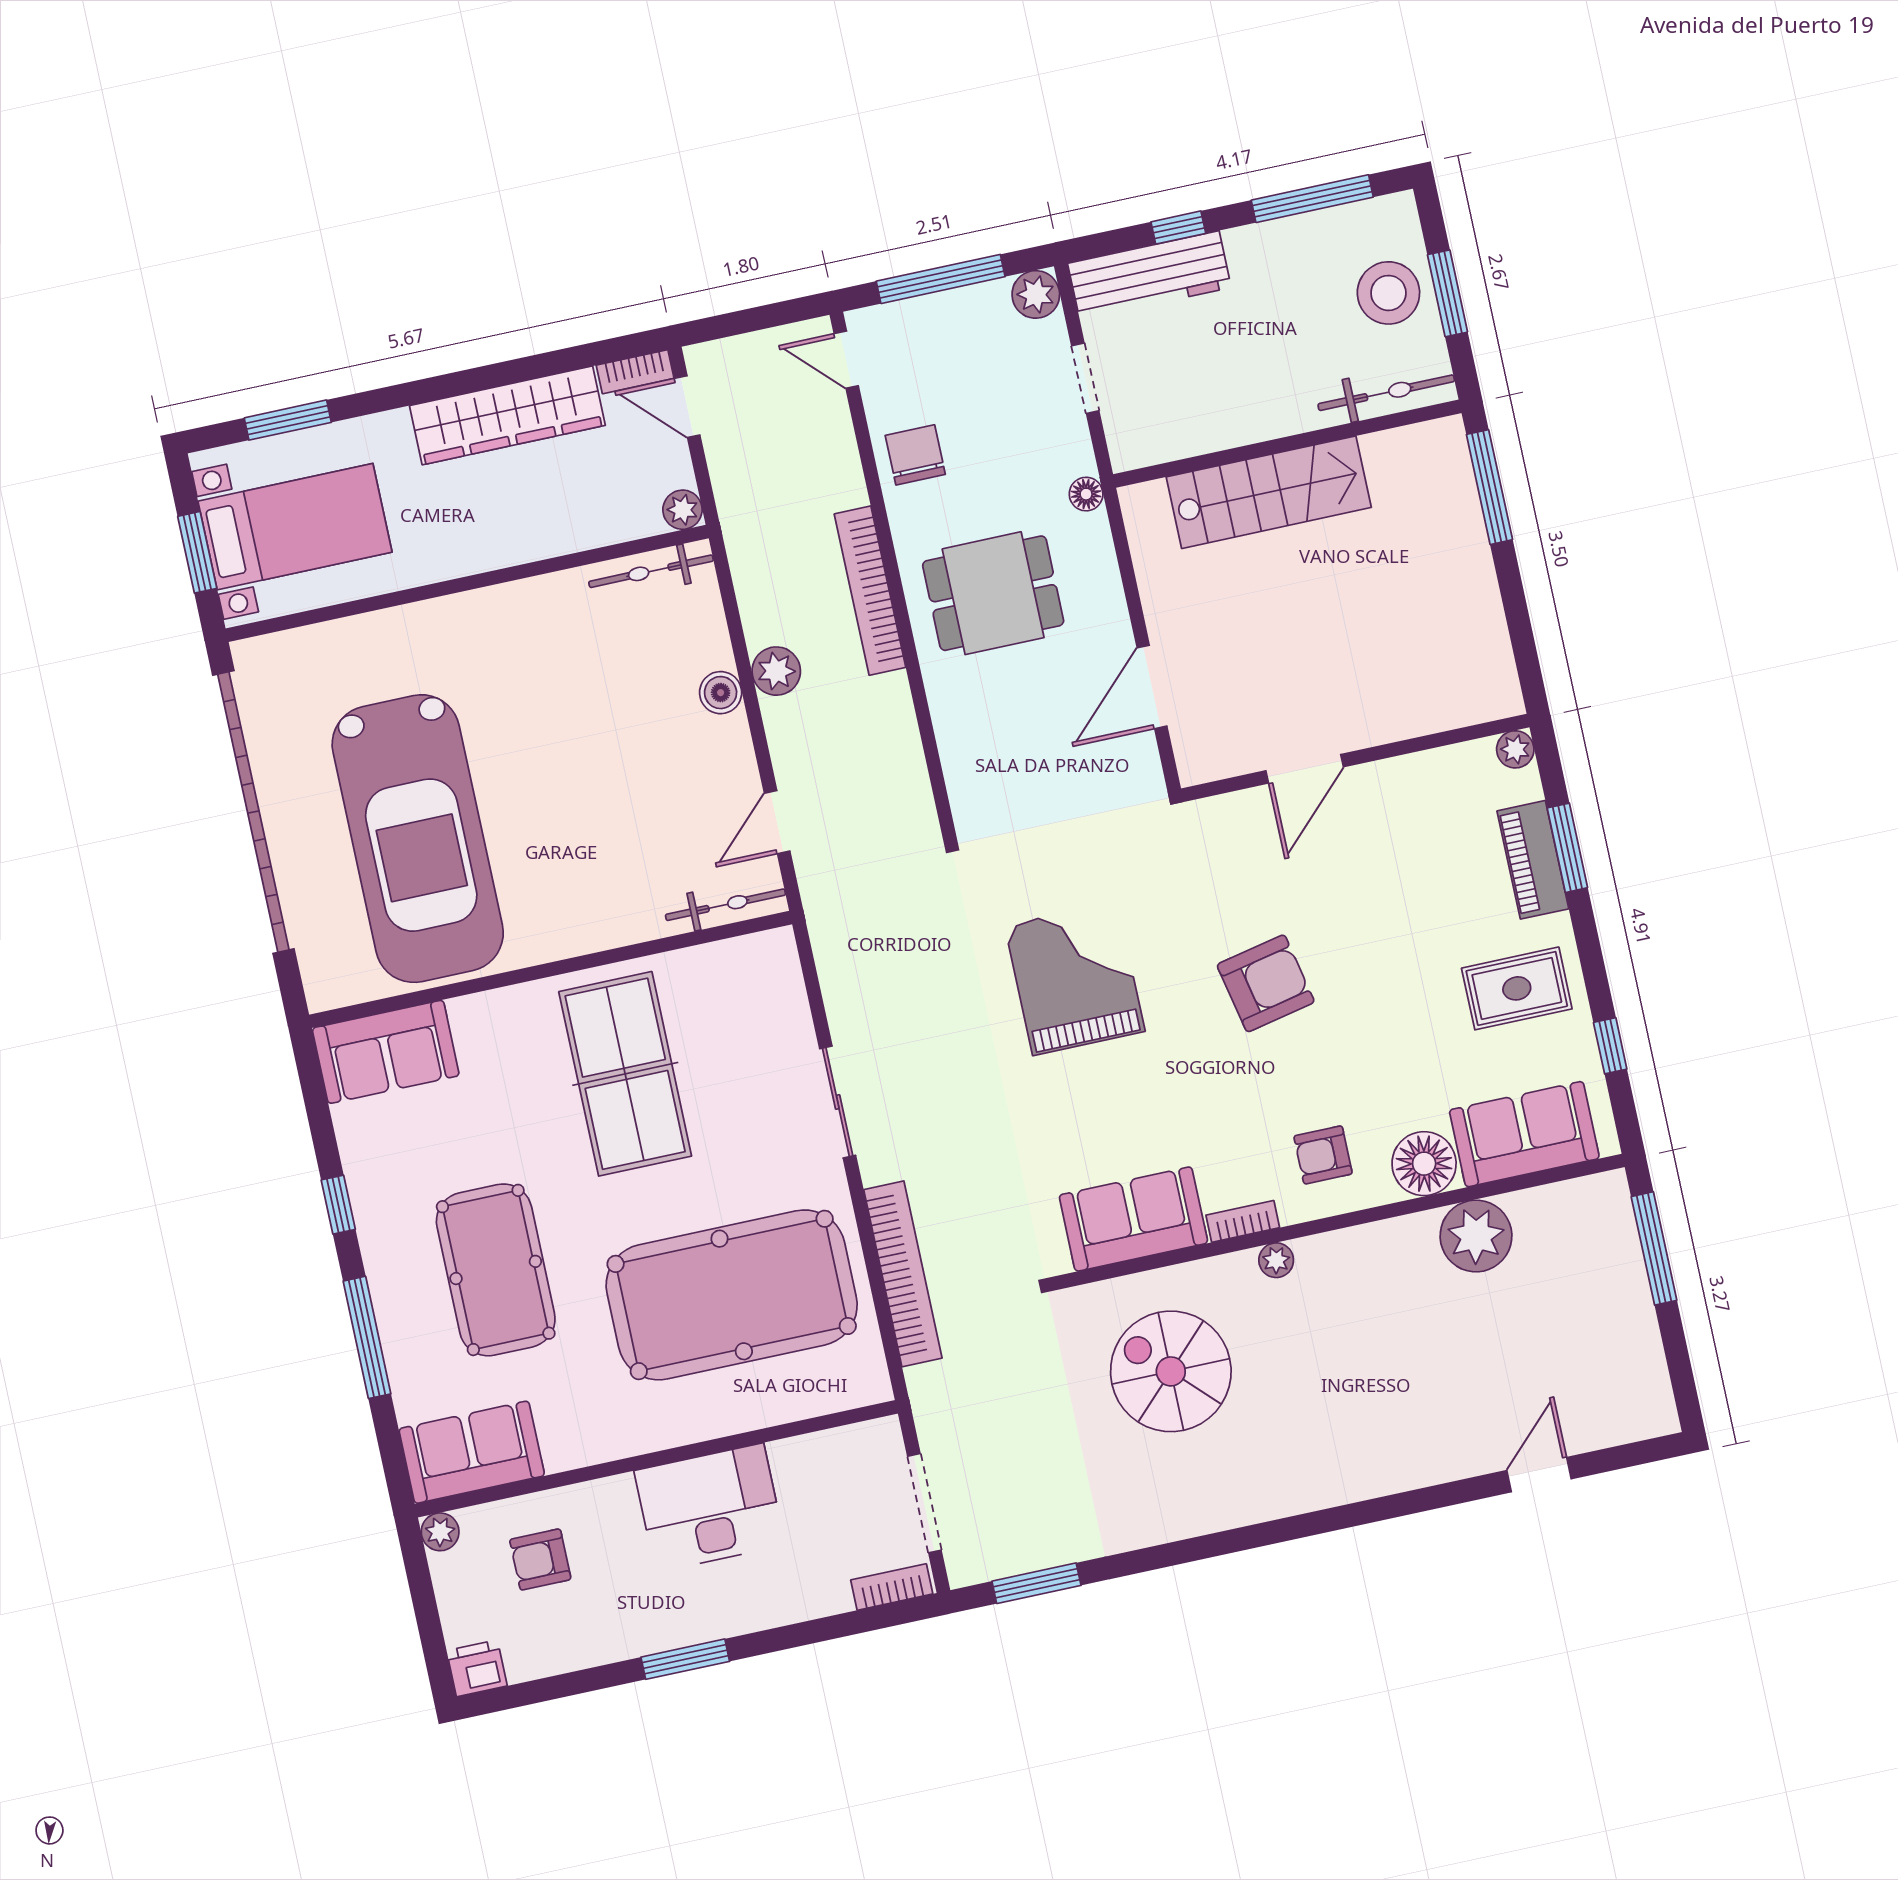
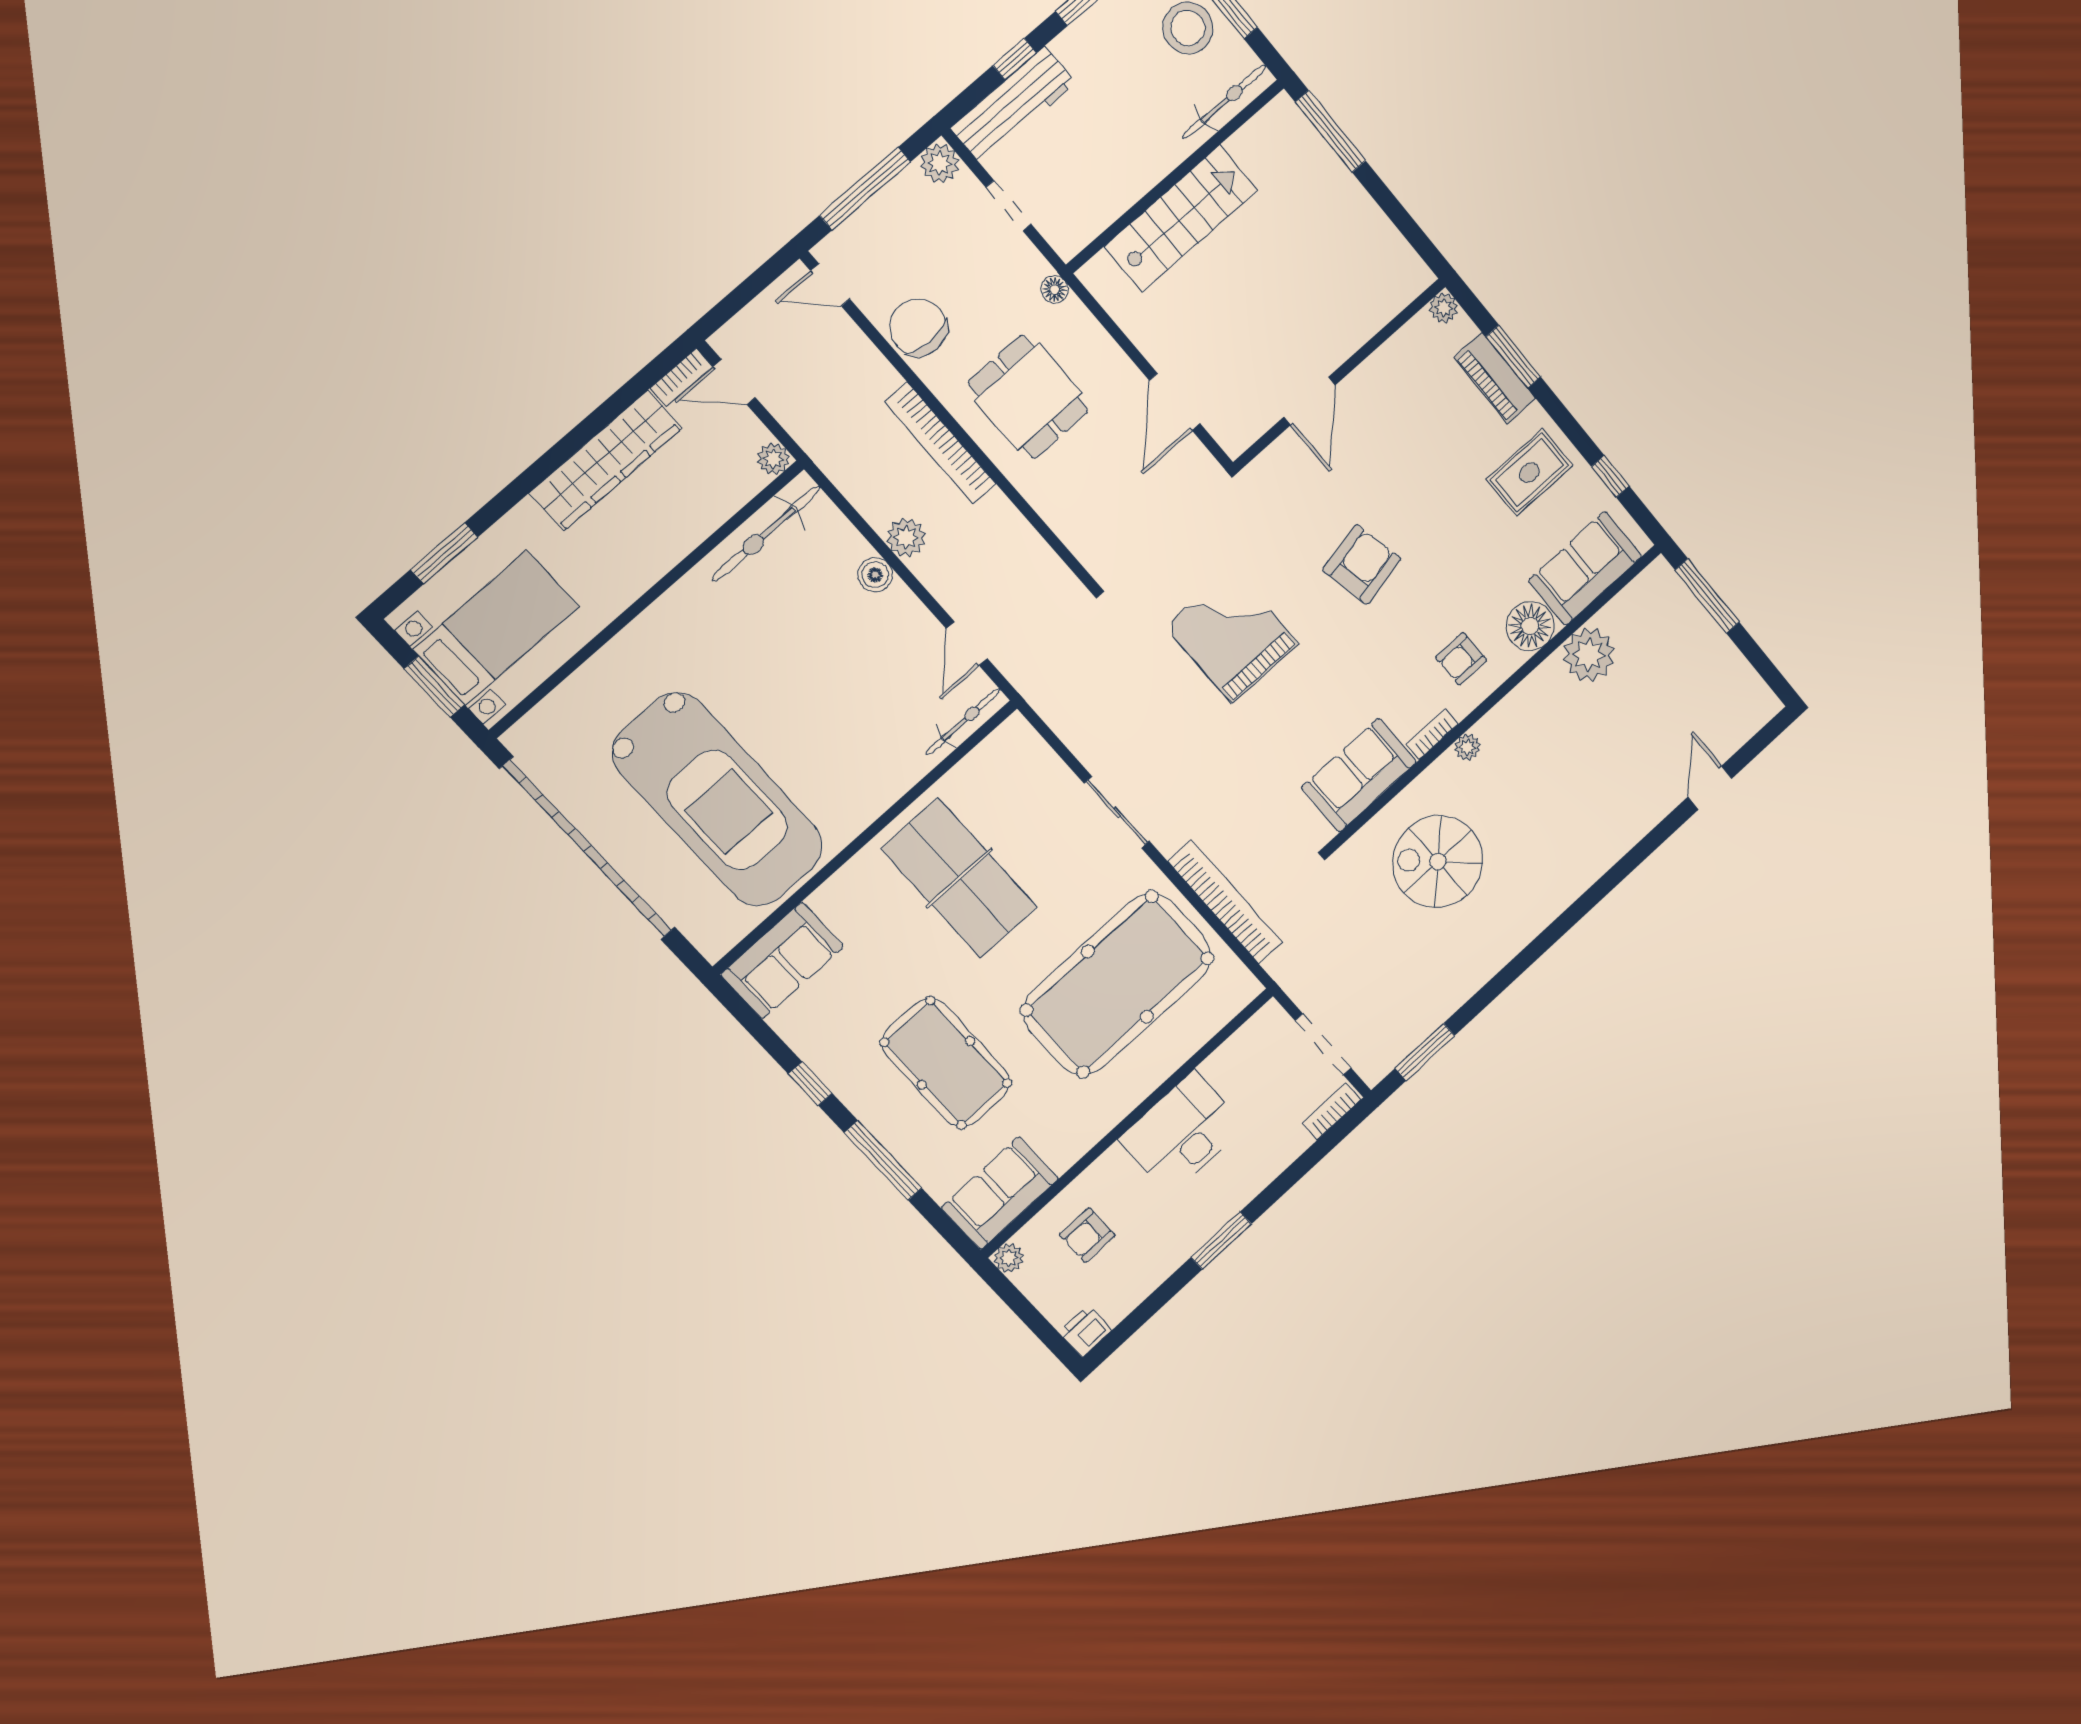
chair: (915, 455) -> (918, 327), width x1.37, depth x1.37
bicycle: (651, 571) -> (766, 533), width x1.37, depth x1.40
dining table: (993, 593) -> (1028, 397), turned 90

